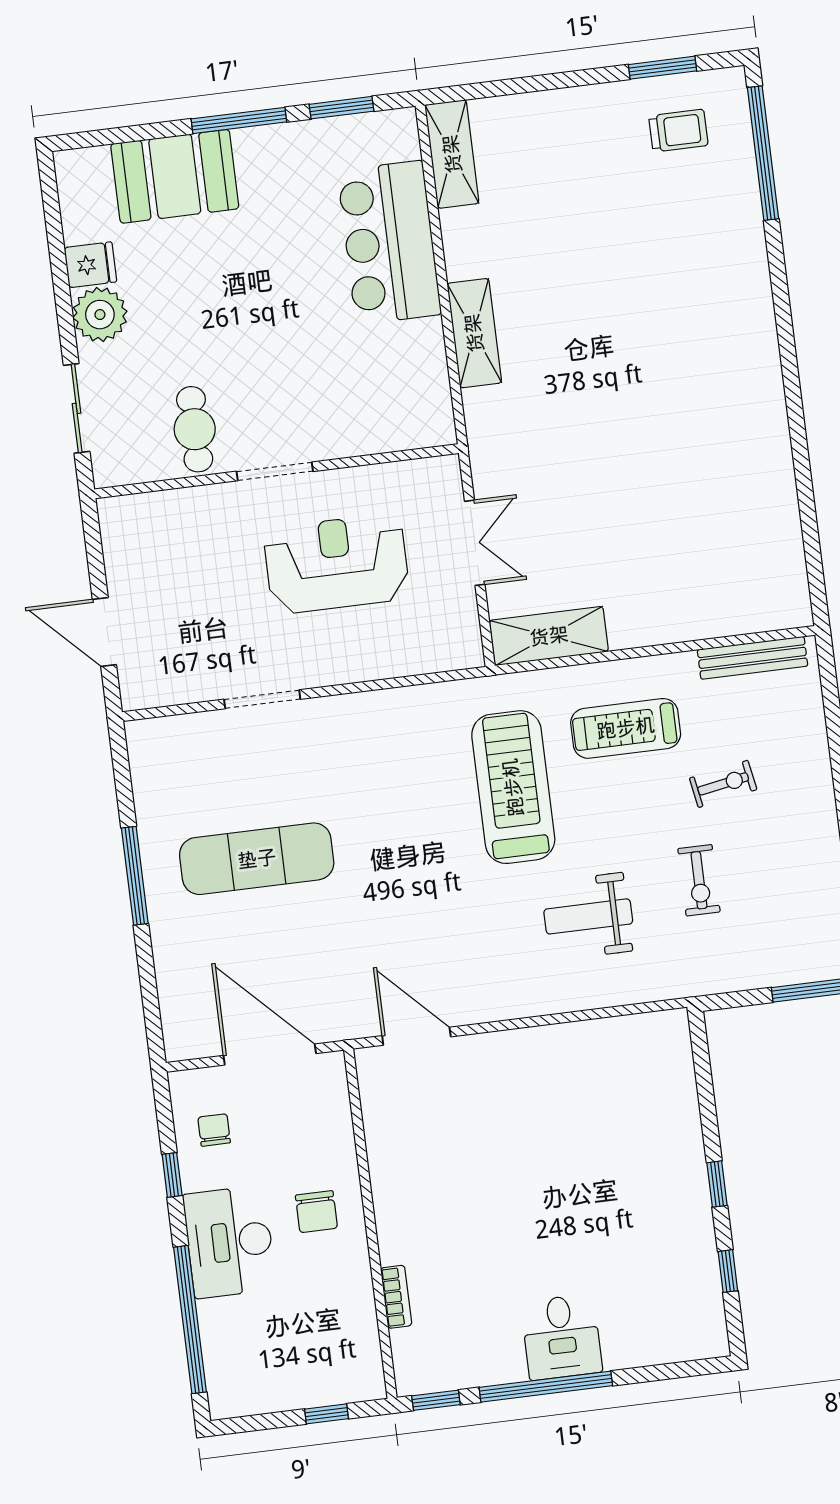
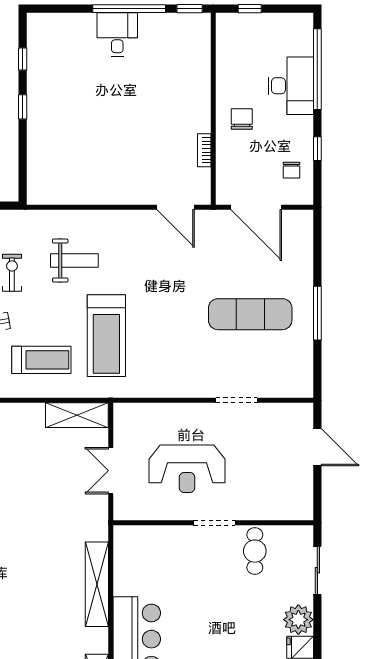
shelving: (474, 333) -> (97, 584), width x1.47
desk: (230, 1242) -> (291, 86), moved
bookcase: (396, 1297) -> (204, 150), moved

